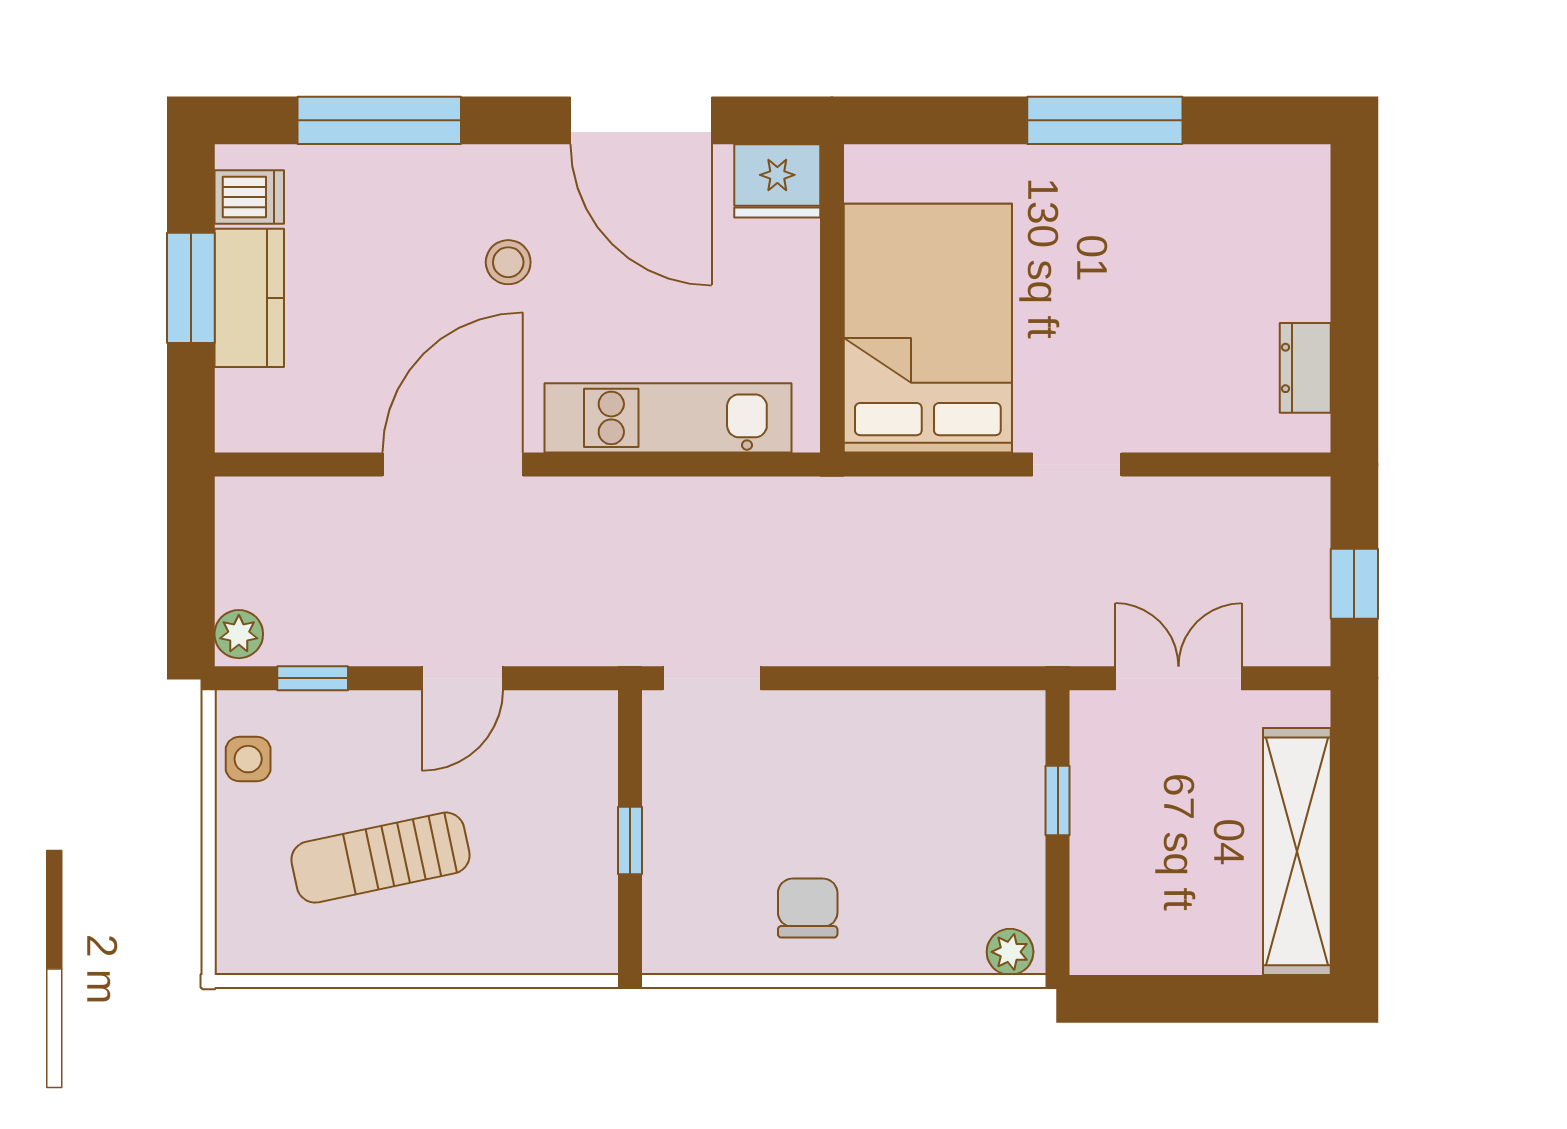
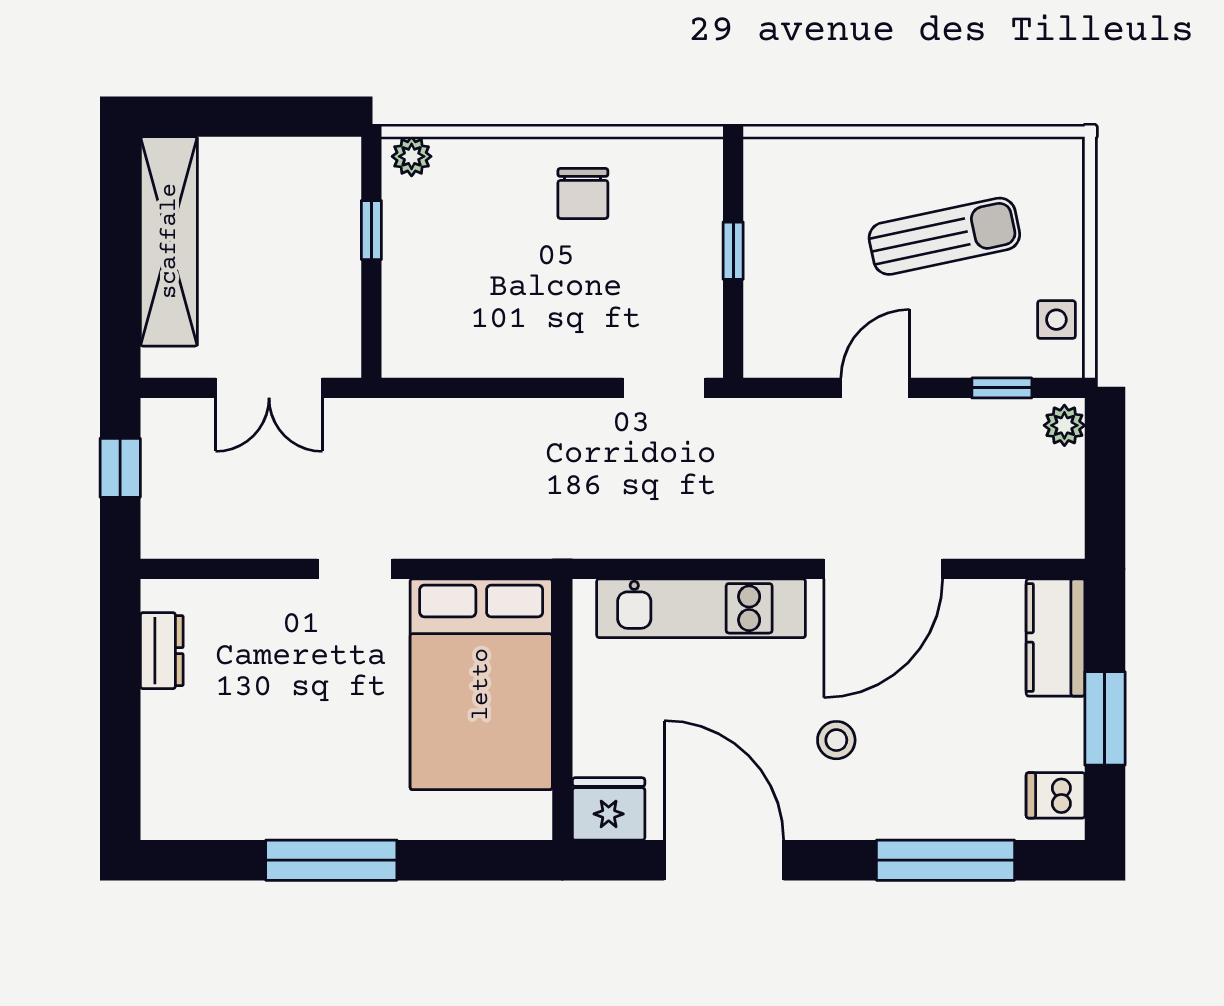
kitchen counter: (249, 298) -> (1056, 637), moved
window: (1058, 801) -> (371, 230), moved

